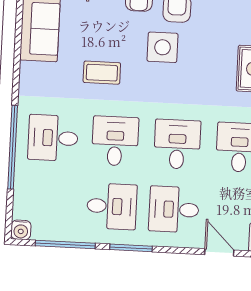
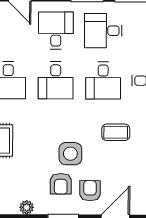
desk: (174, 209) -> (56, 31), turned -90

